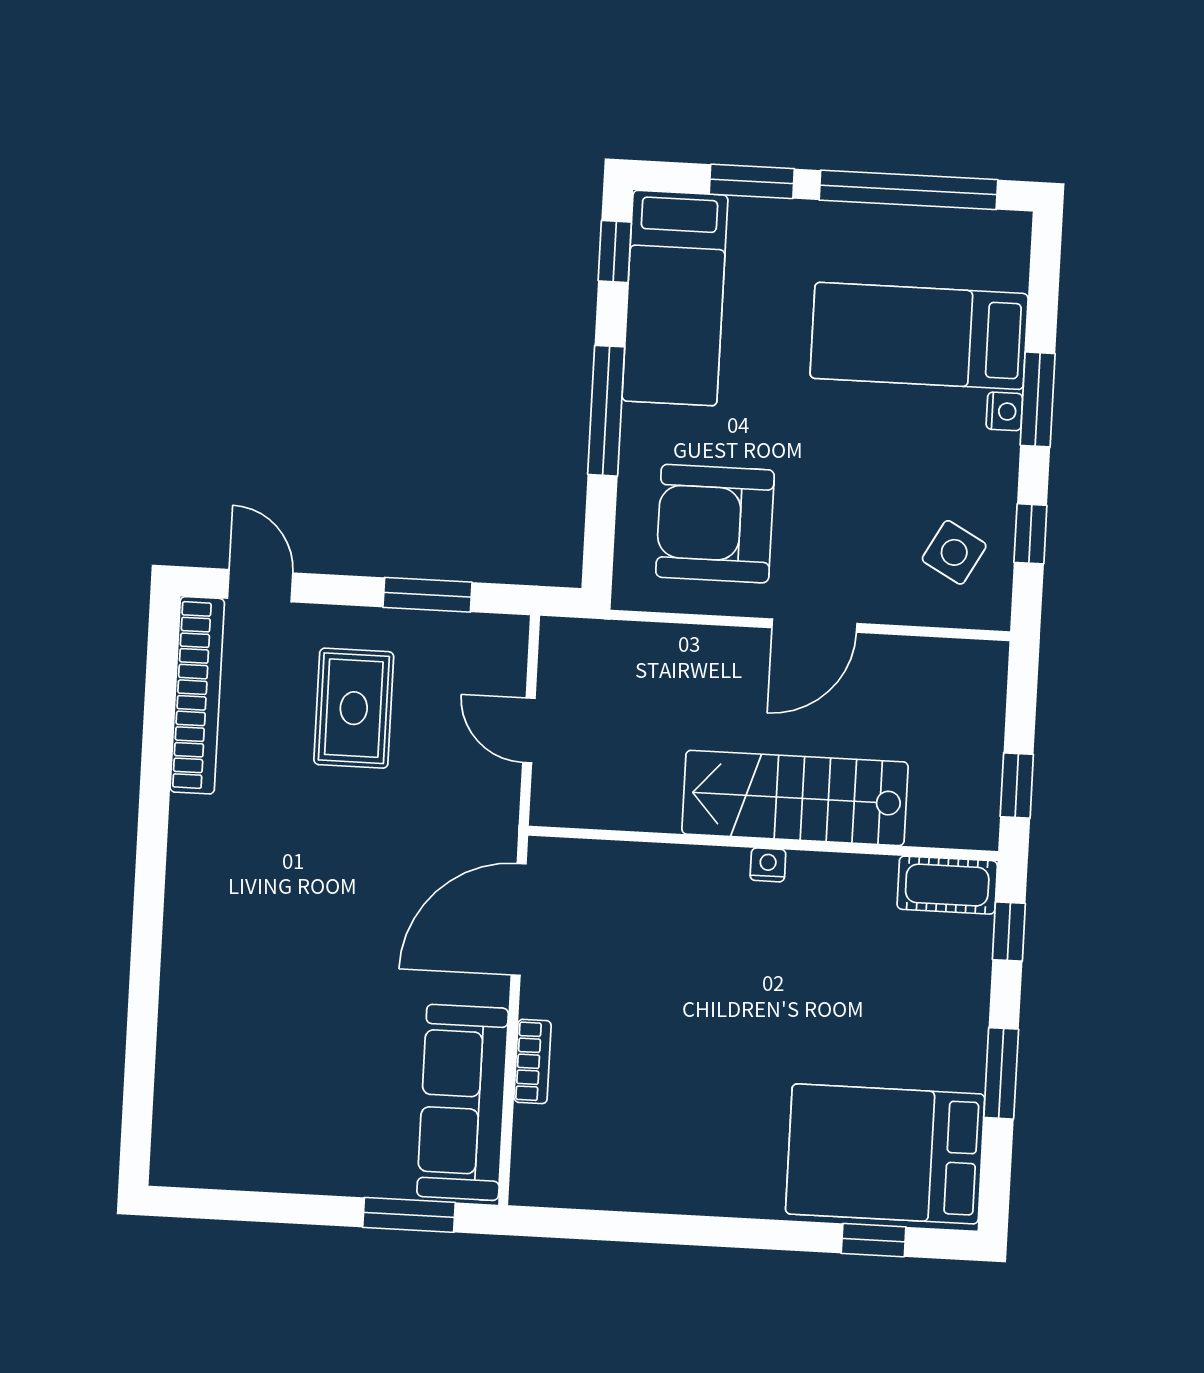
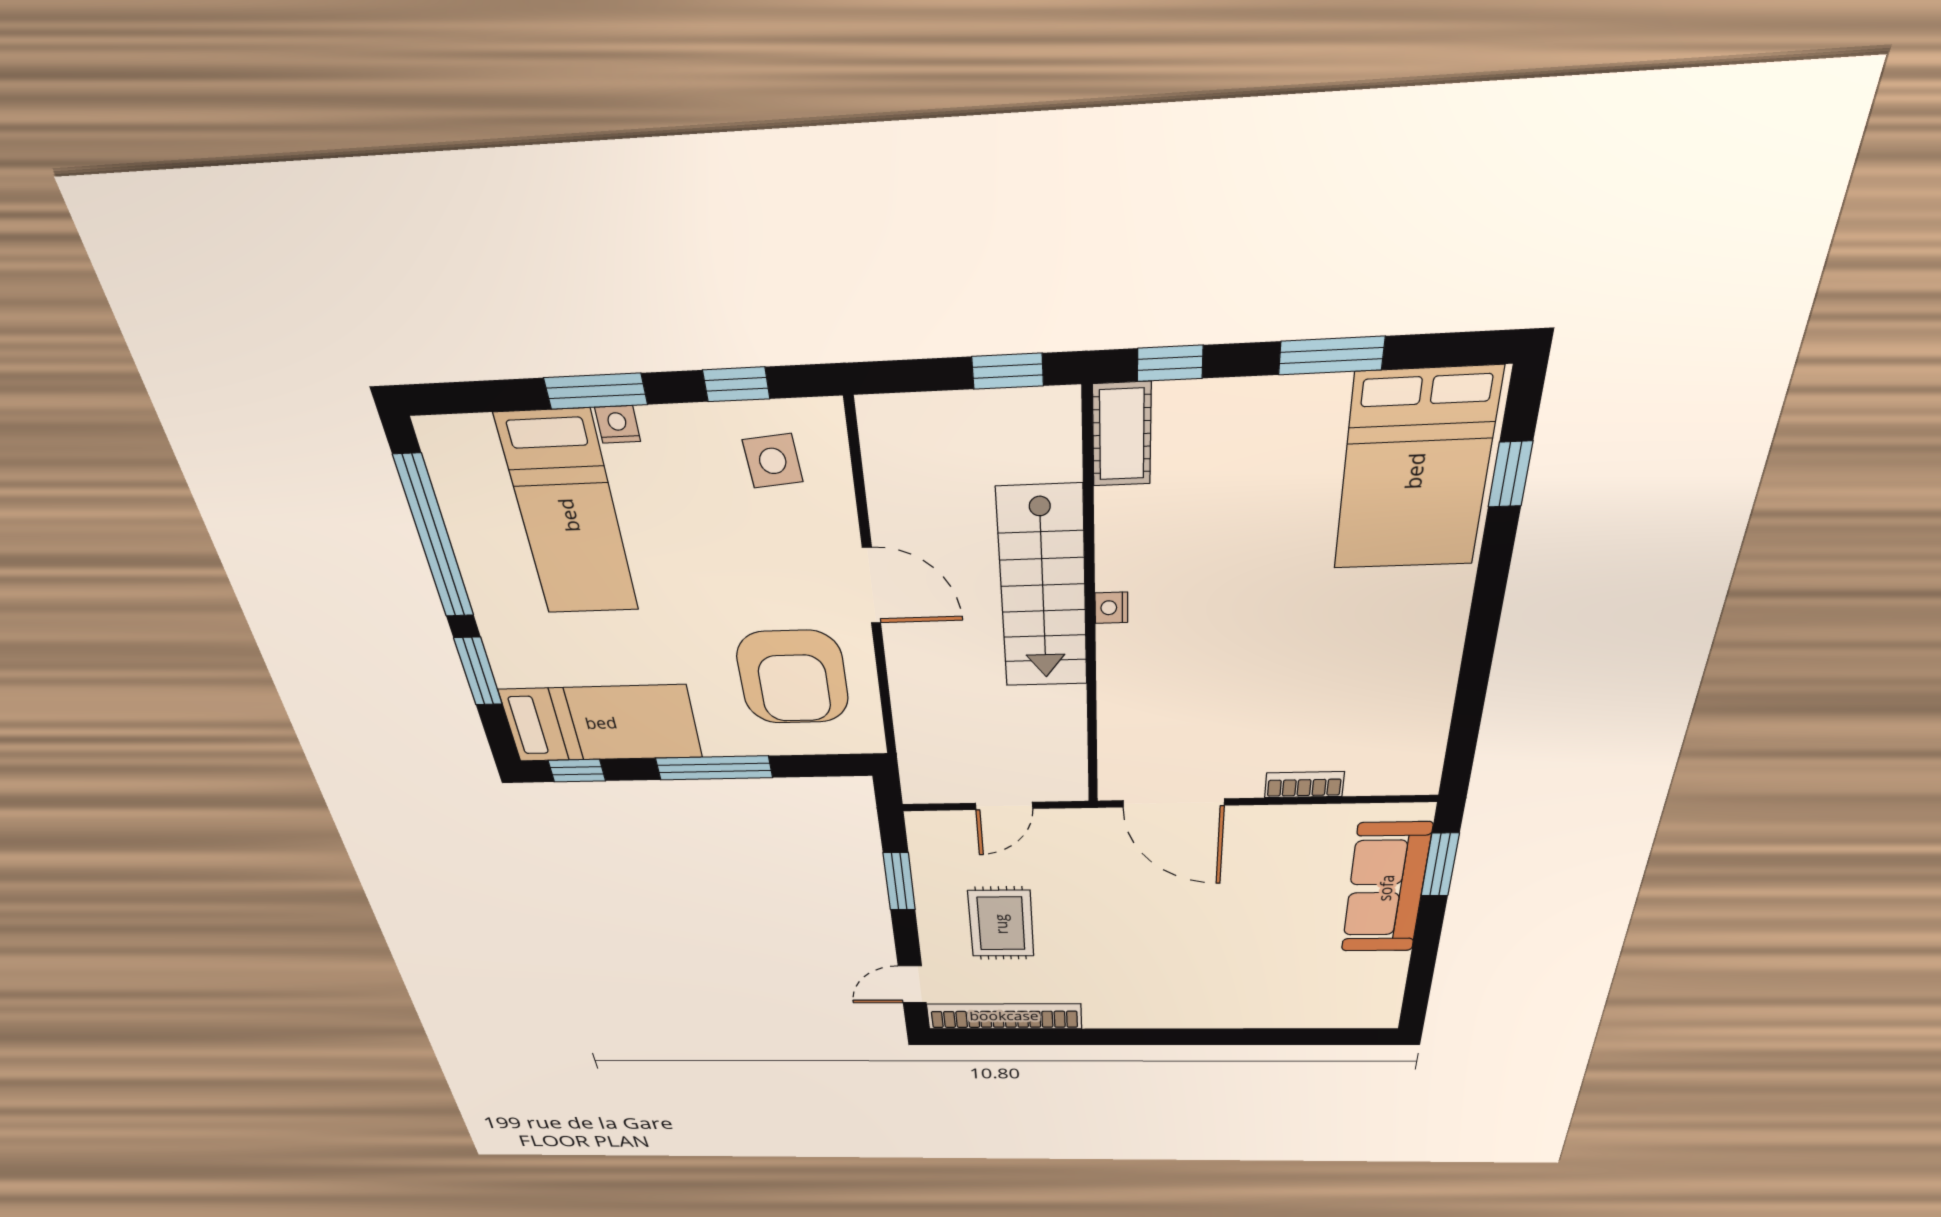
side table: (954, 552) -> (773, 461), turned -34
rug: (354, 708) -> (1001, 924), turned 90
sofa: (463, 1102) -> (1386, 888), moved, turned 90

